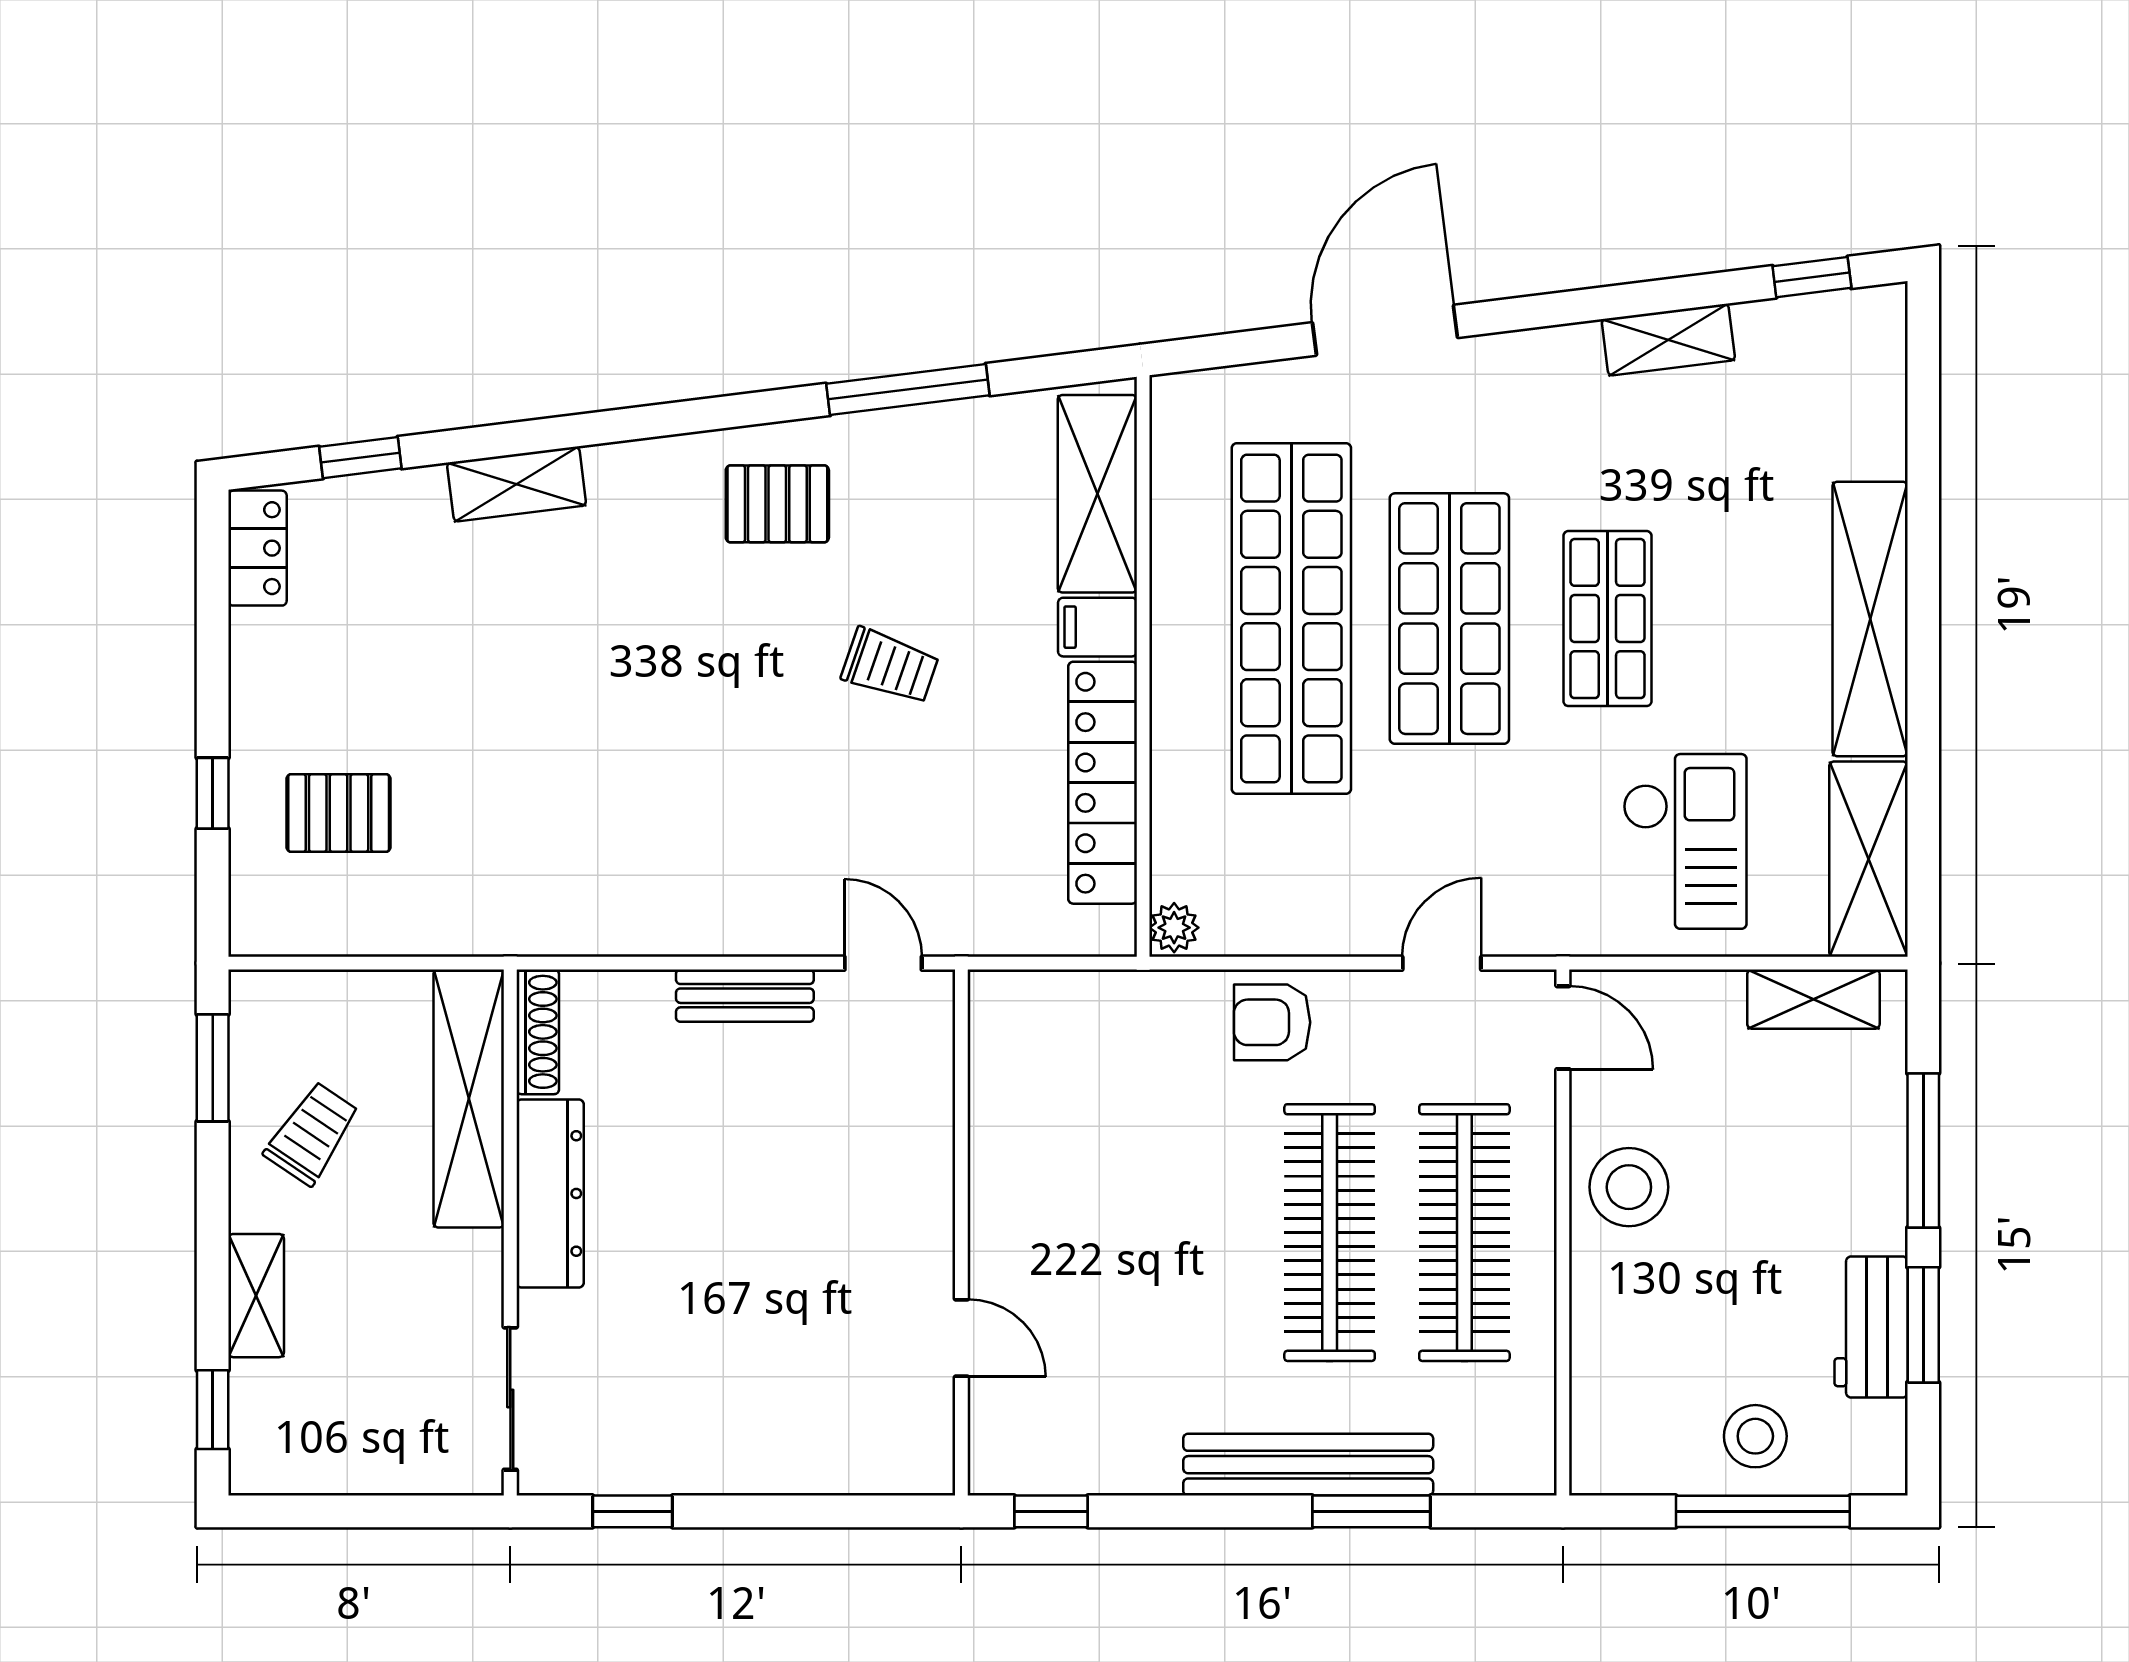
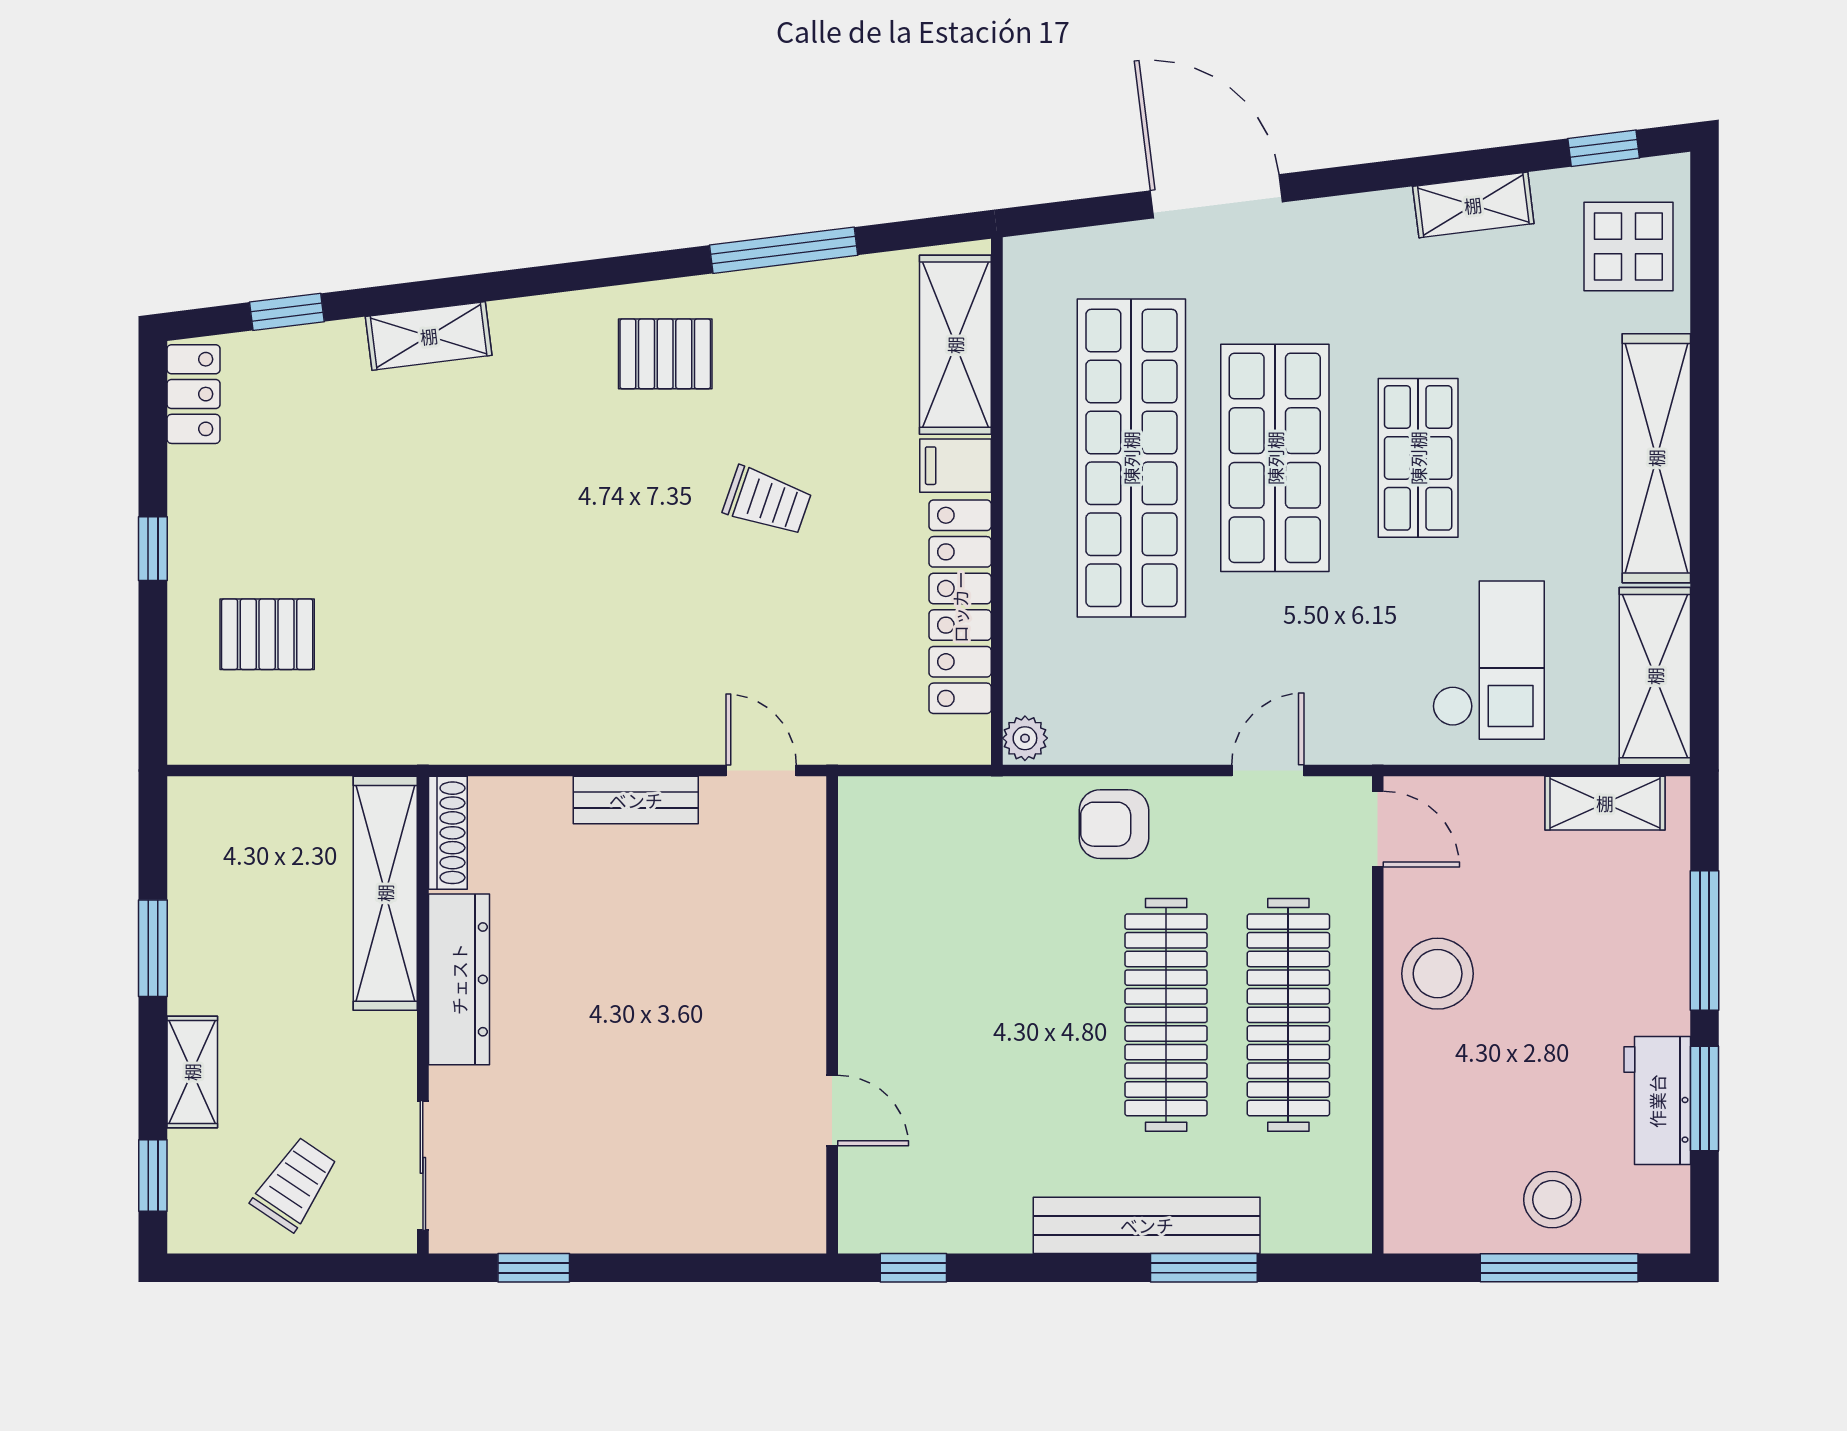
door: (1385, 330) -> (1216, 196), hinge flipped
display table: (1839, 385) -> (1628, 246), added
window: (213, 793) -> (153, 549), moved
window: (213, 1068) -> (153, 948), moved
trolley: (312, 1133) -> (294, 1184), moved

